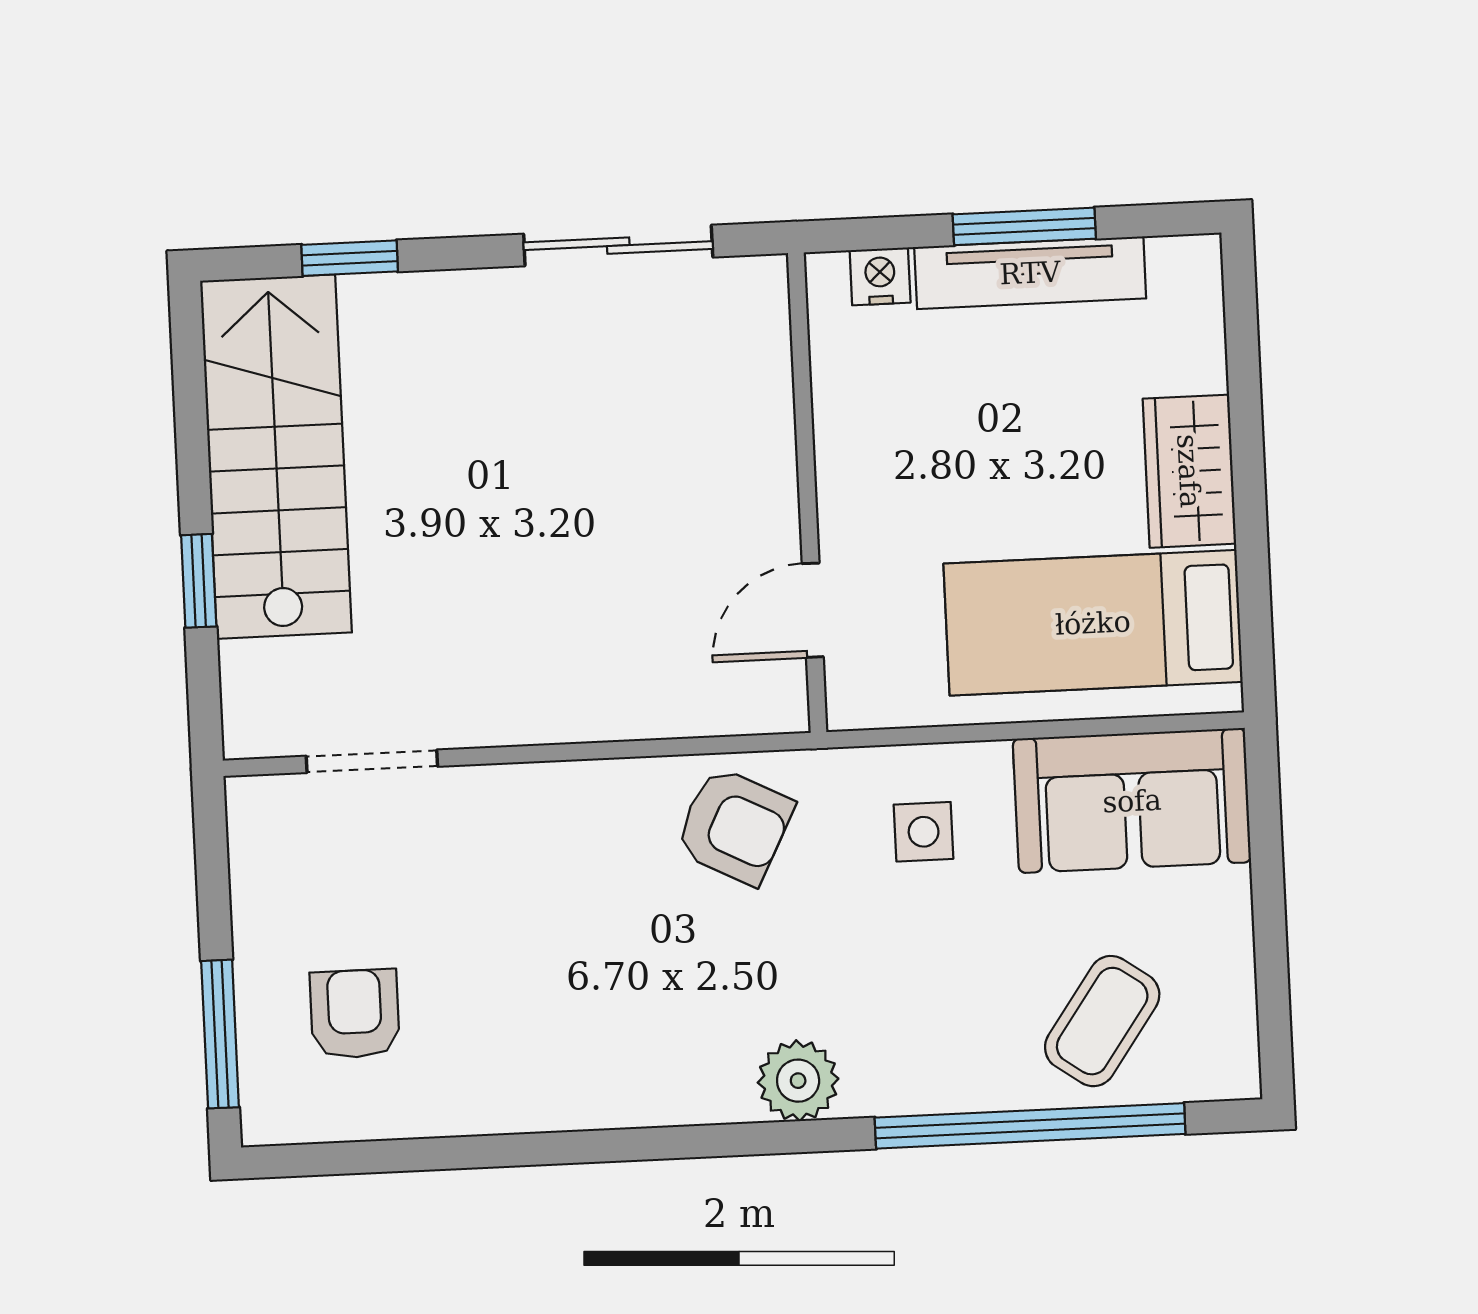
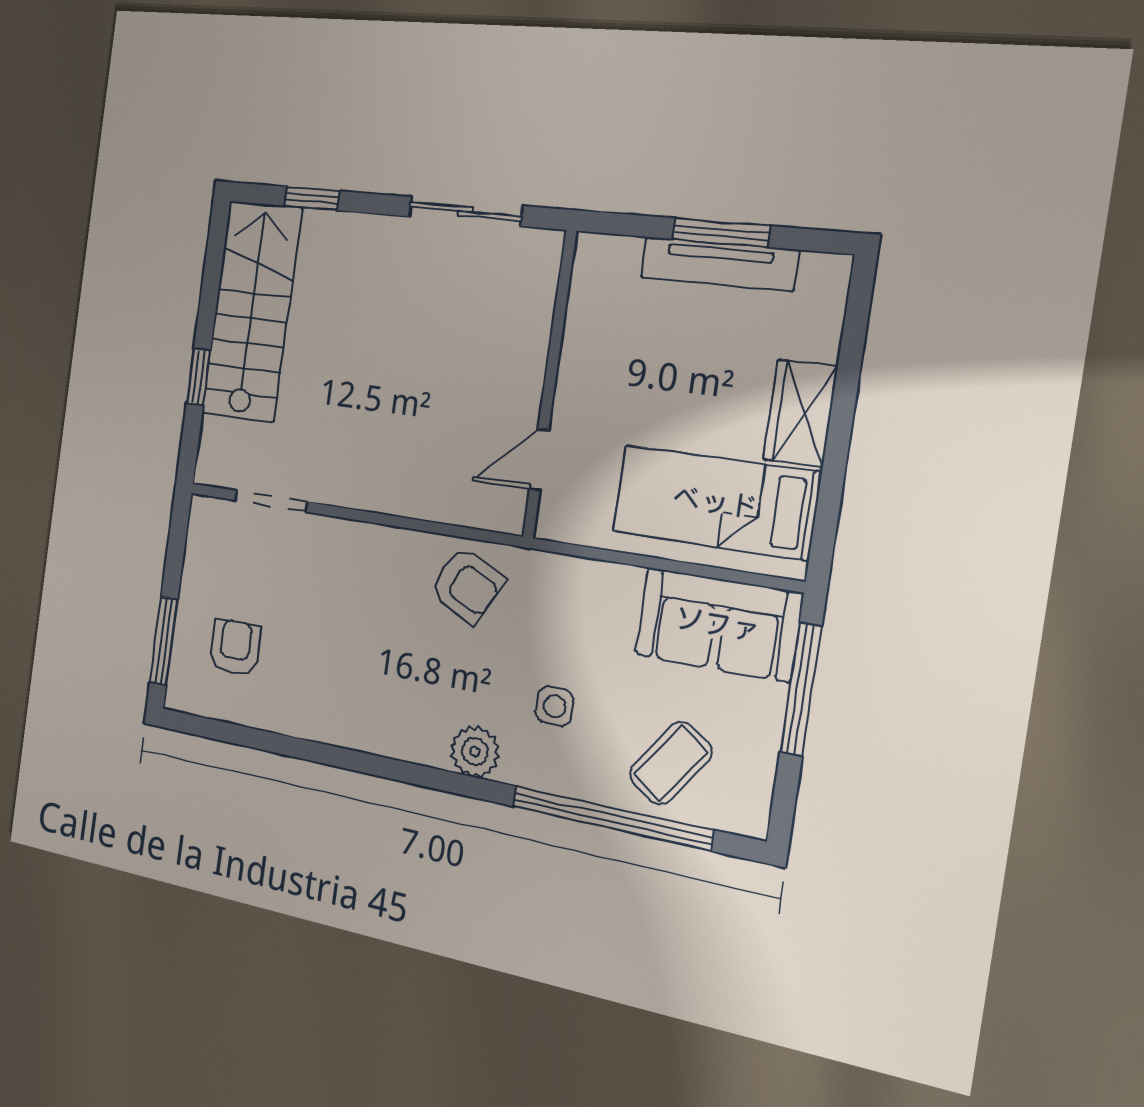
nightstand: (880, 276) -> (621, 253), removed
side table: (924, 832) -> (555, 706), moved
window: (1267, 868) -> (801, 689), added

